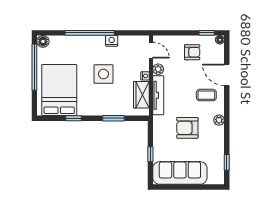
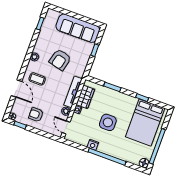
armchair: (187, 128) -> (60, 60), turned 104

